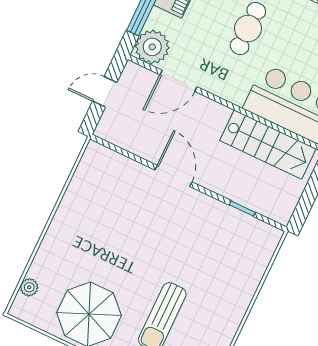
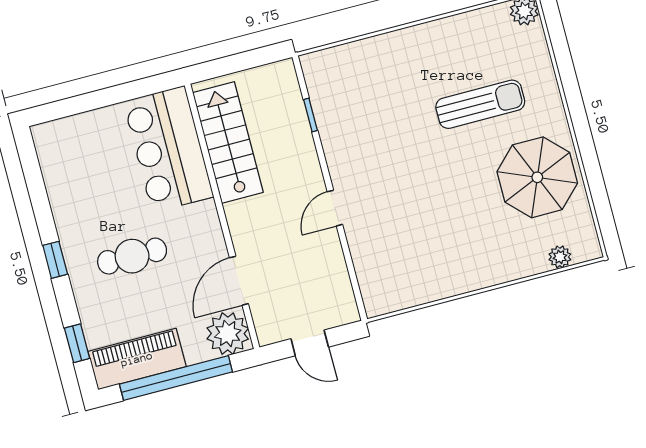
door: (178, 81) -> (239, 281), swing flipped
door: (173, 176) -> (335, 208), width x0.73

